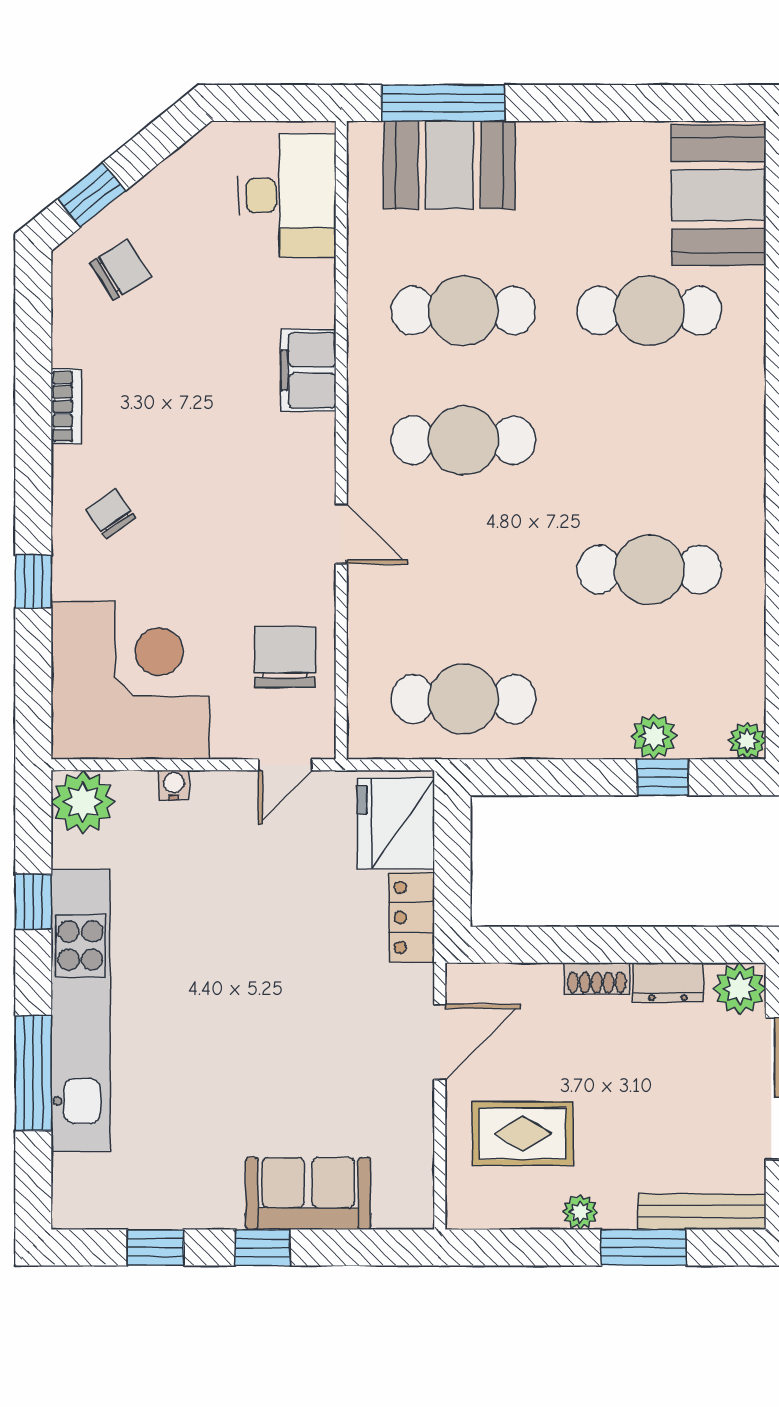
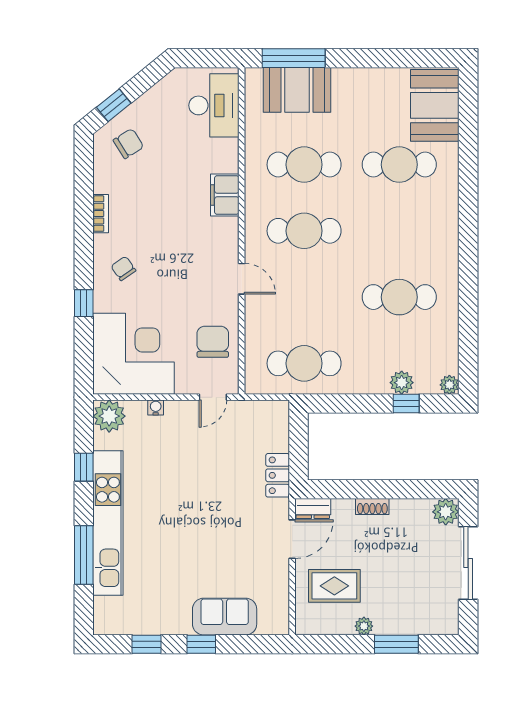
fridge: (396, 823) -> (270, 427), removed
dresser: (668, 982) -> (313, 509), moved
bench: (702, 1212) -> (426, 626), removed

